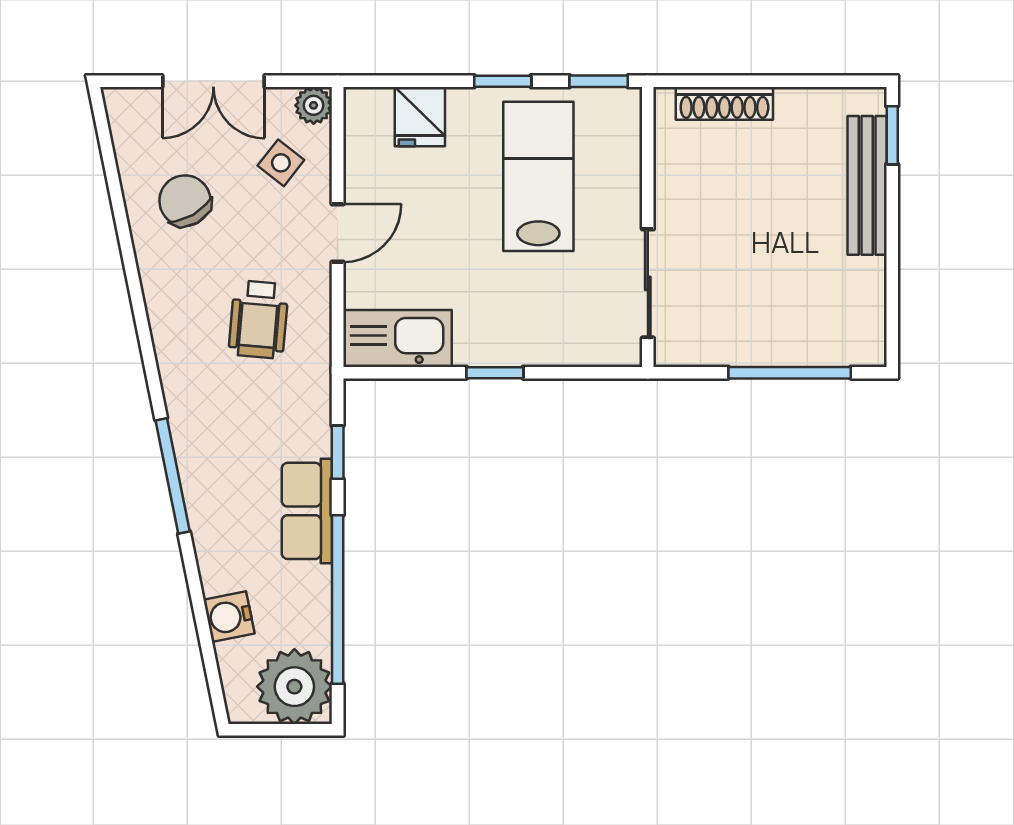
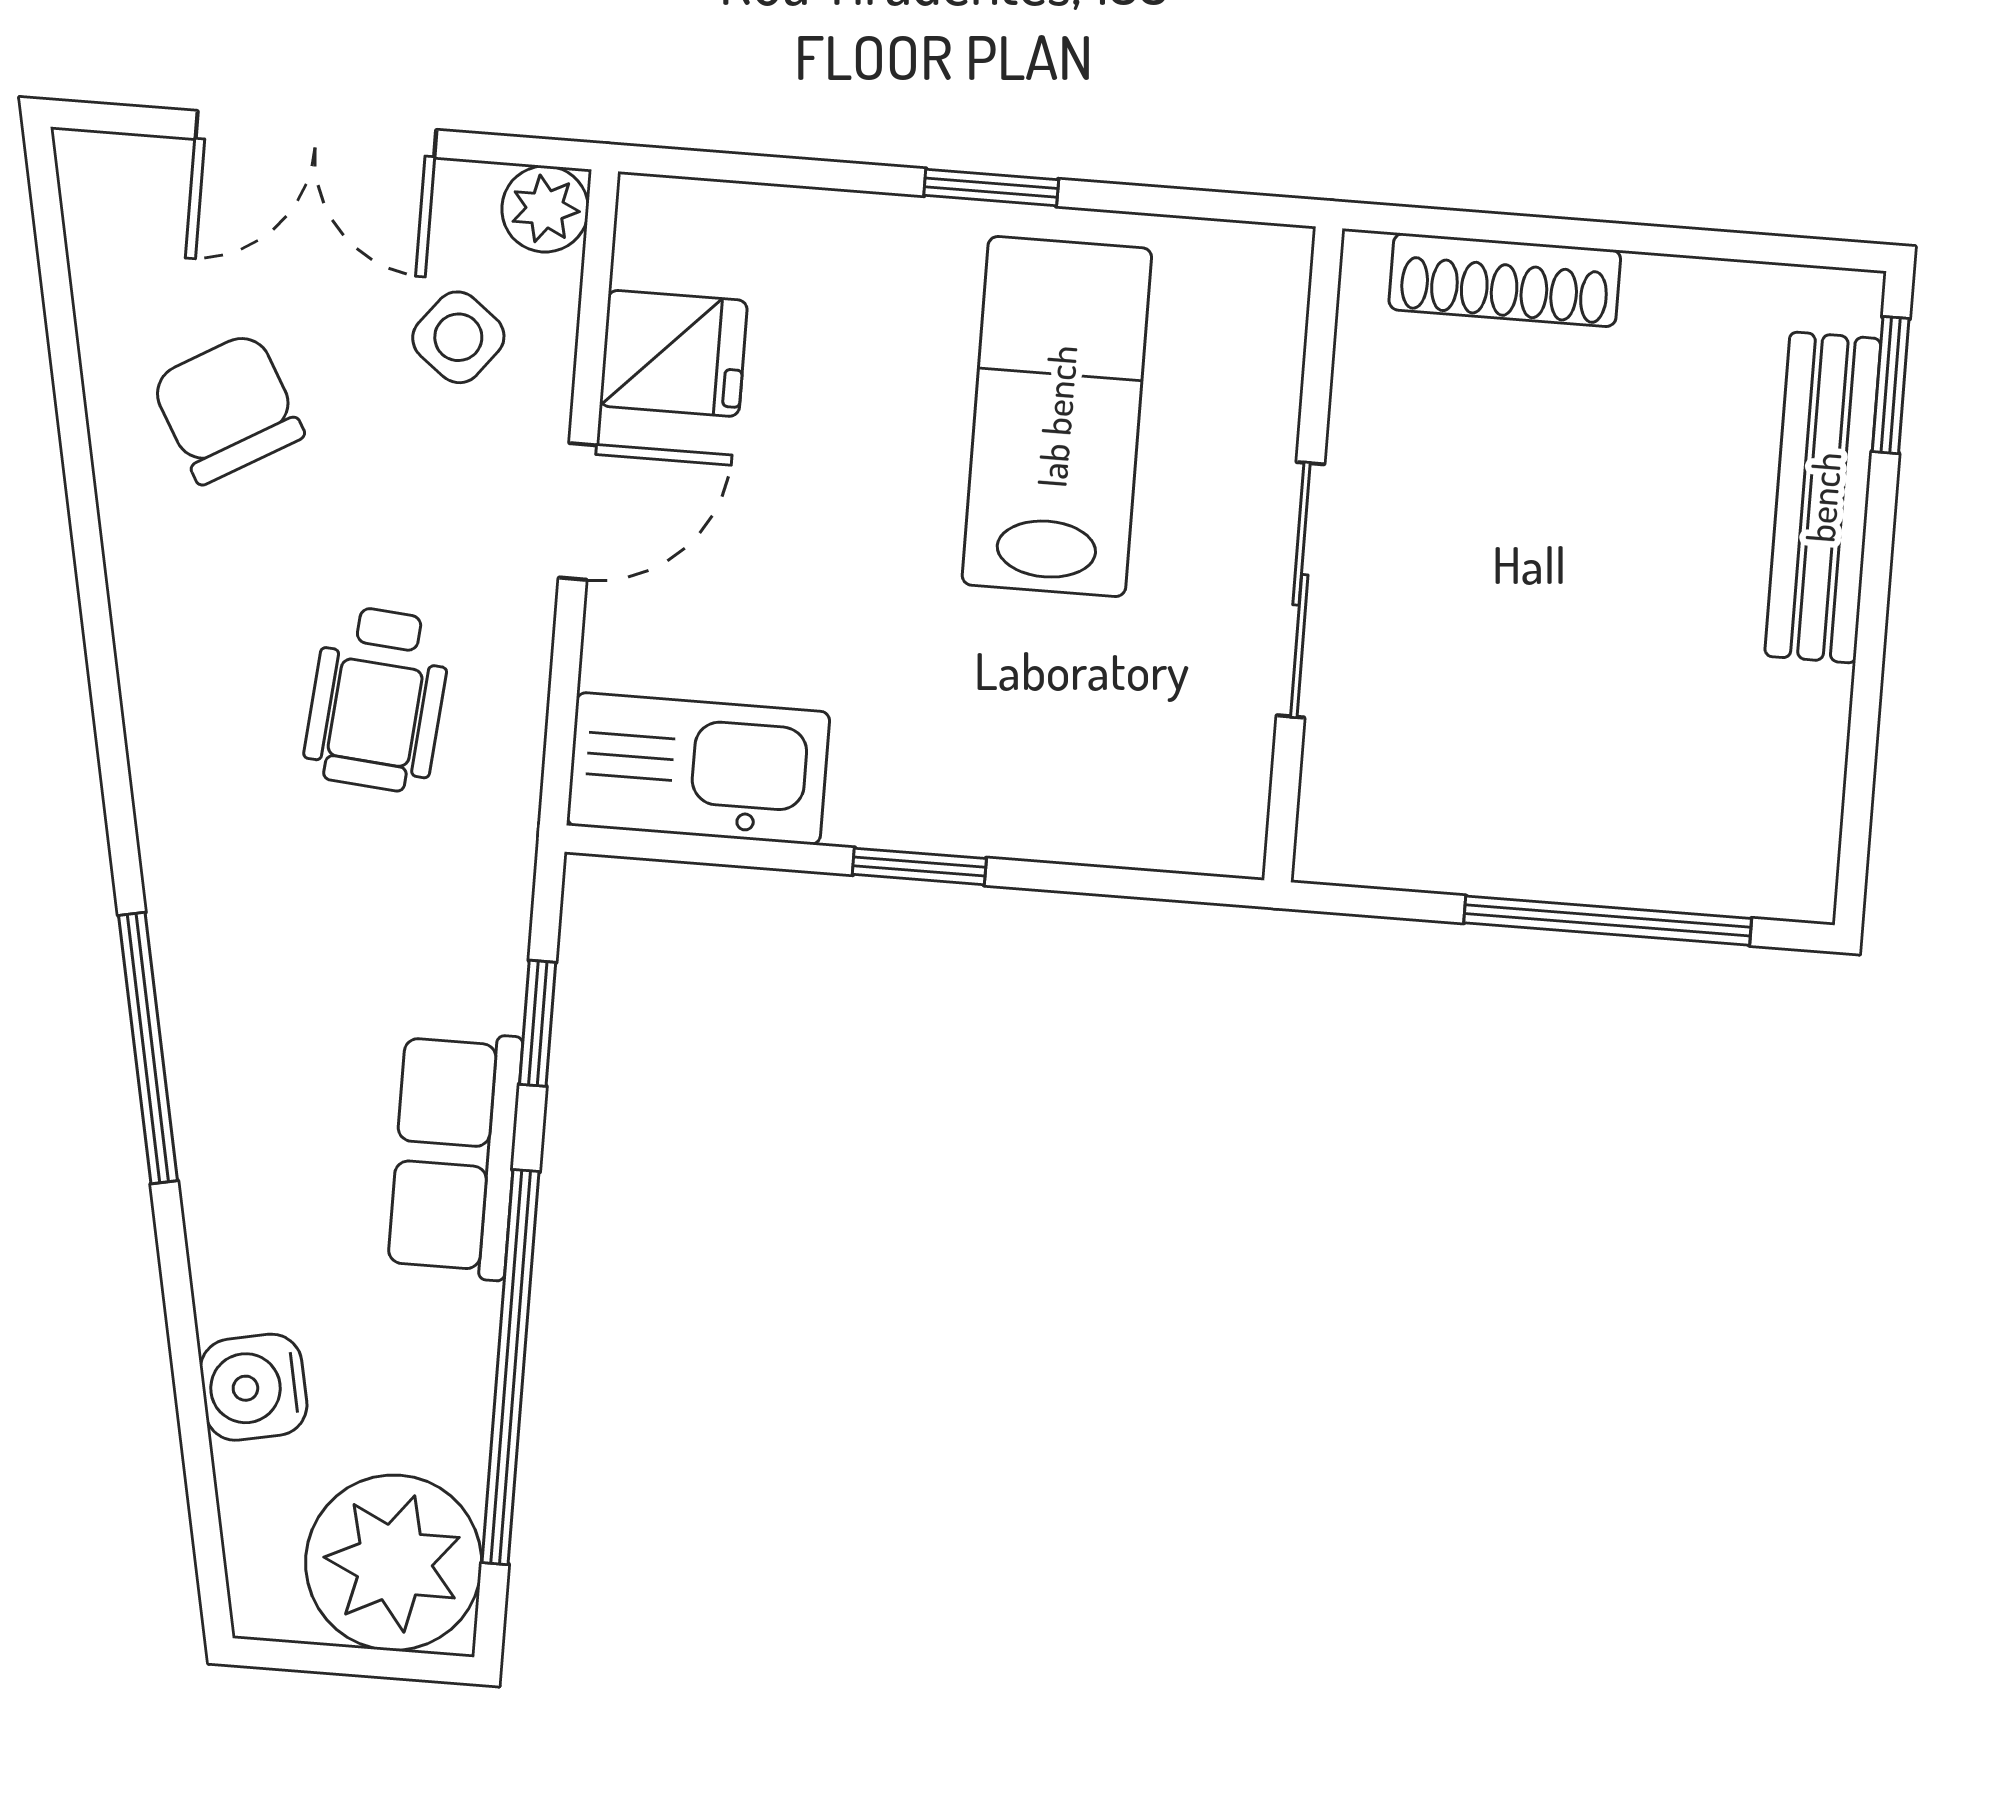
window: (599, 81) -> (1215, 205), removed
fridge: (420, 117) -> (674, 353), moved, turned -90
sliding door: (648, 283) -> (1300, 590), moved

